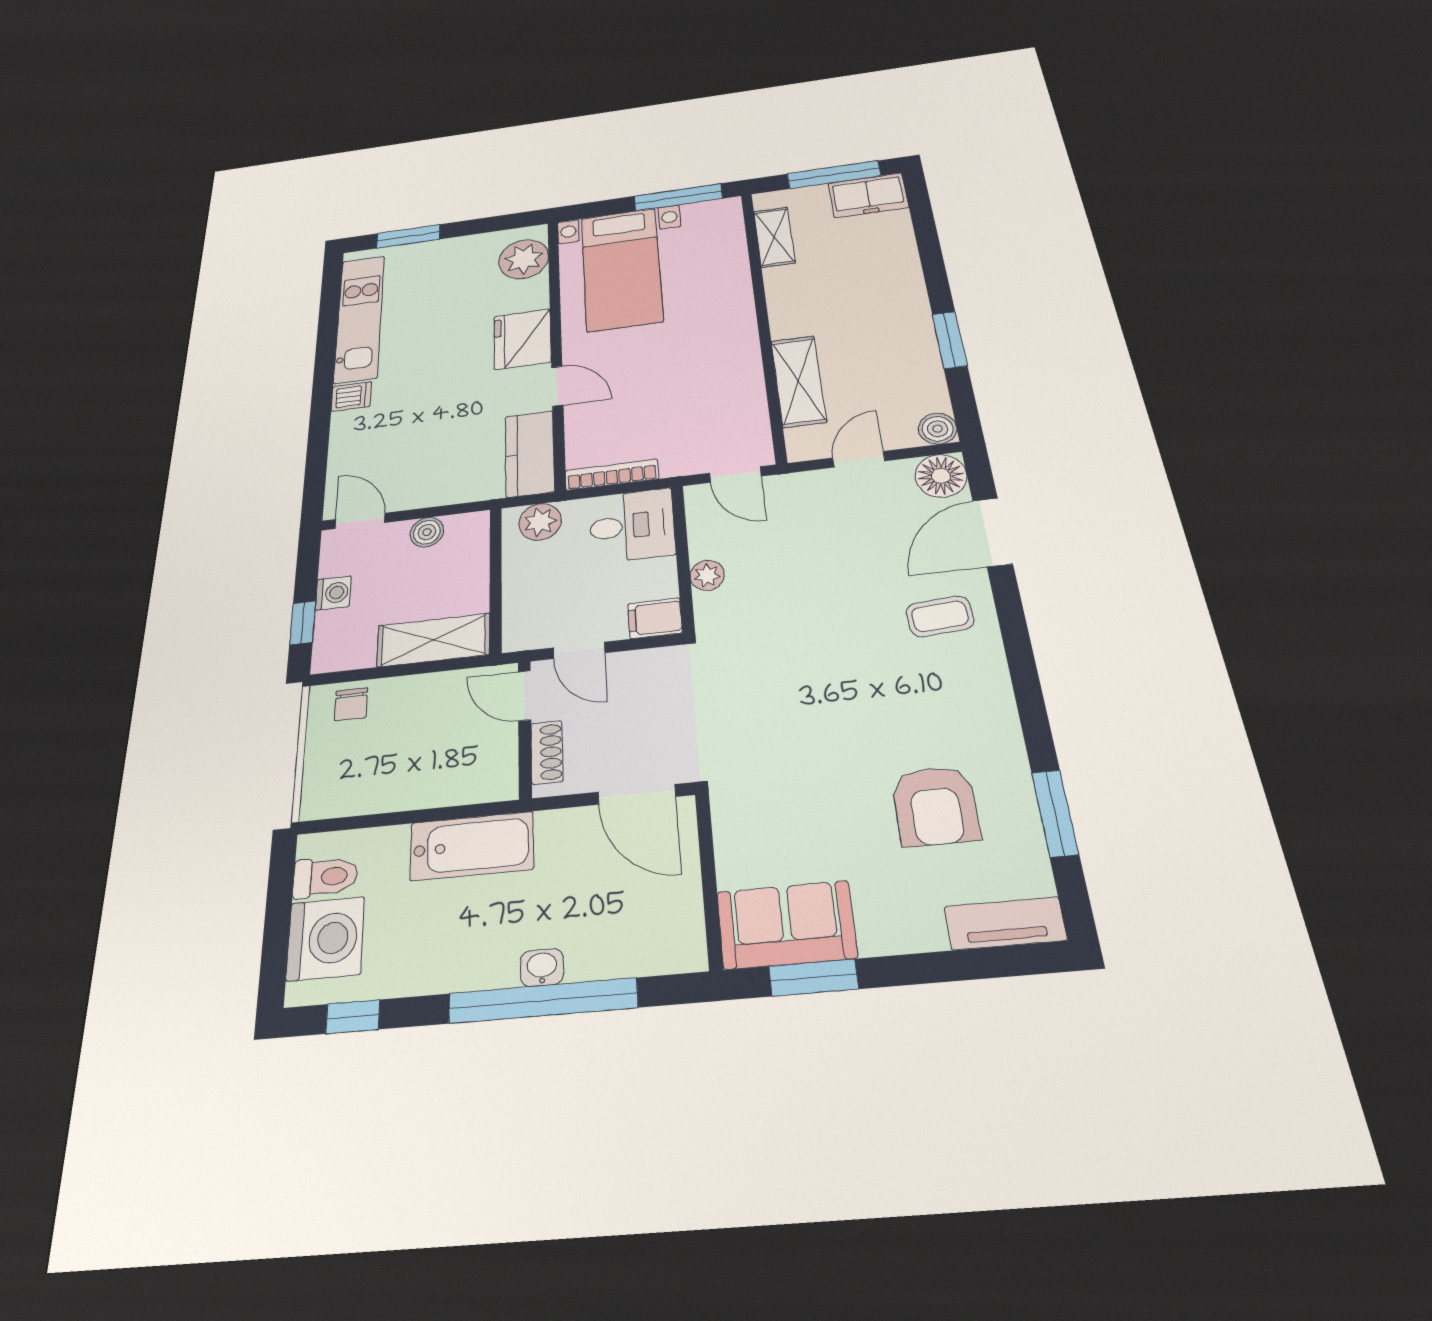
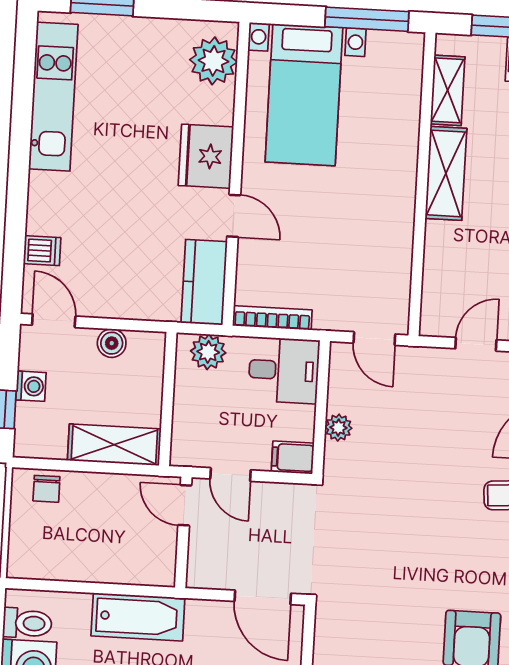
shelving: (798, 381) -> (446, 173), moved
dishwasher: (351, 396) -> (42, 251), moved
shoe rack: (547, 752) -> (199, 554), removed

